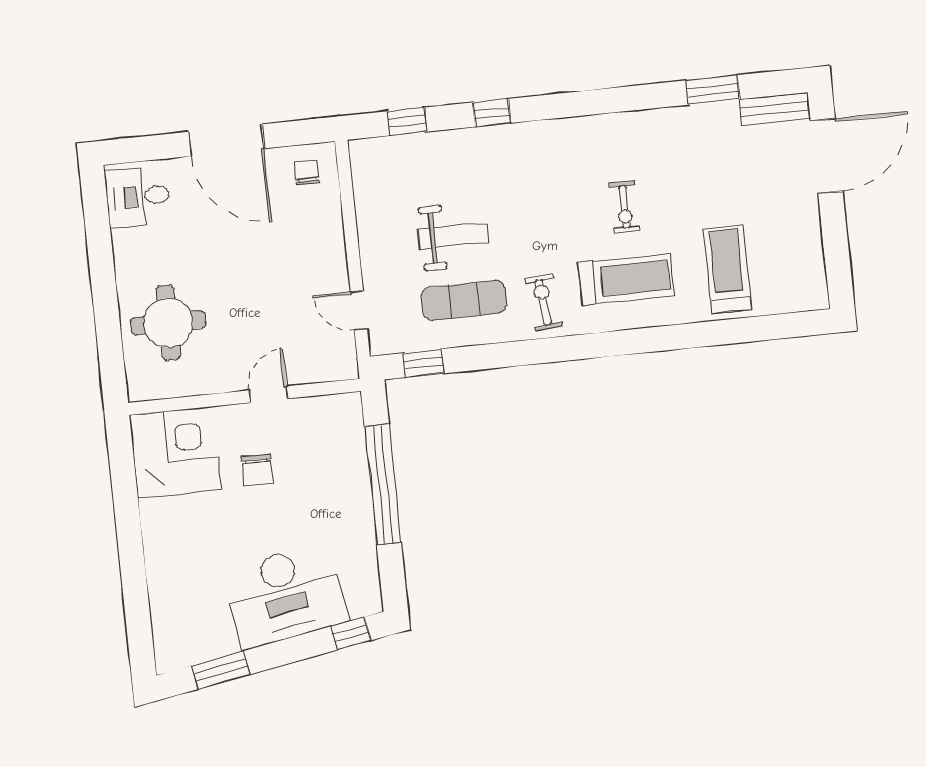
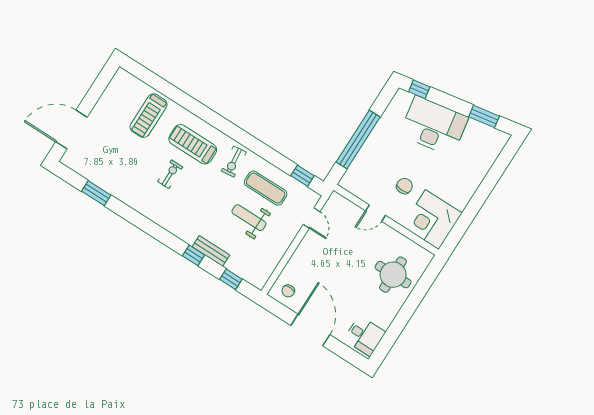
bench: (775, 109) -> (211, 251), moved

